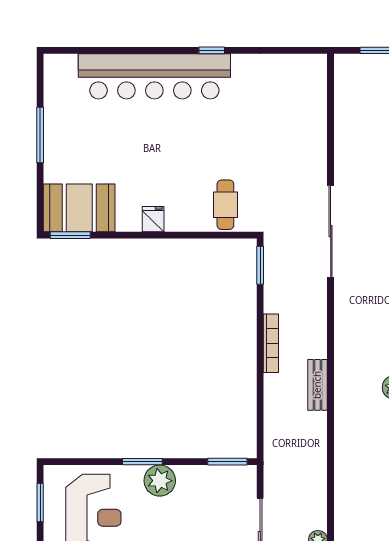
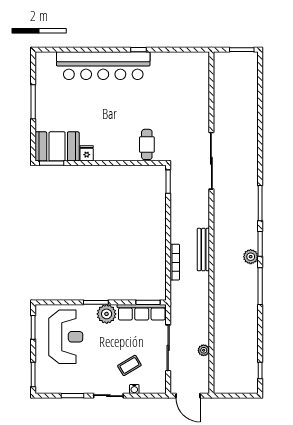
fridge: (153, 219) -> (87, 153), moved
bookcase: (271, 343) -> (175, 262), moved
bench: (317, 385) -> (203, 250), width x1.36
row of seats: (217, 478) -> (142, 312), added

